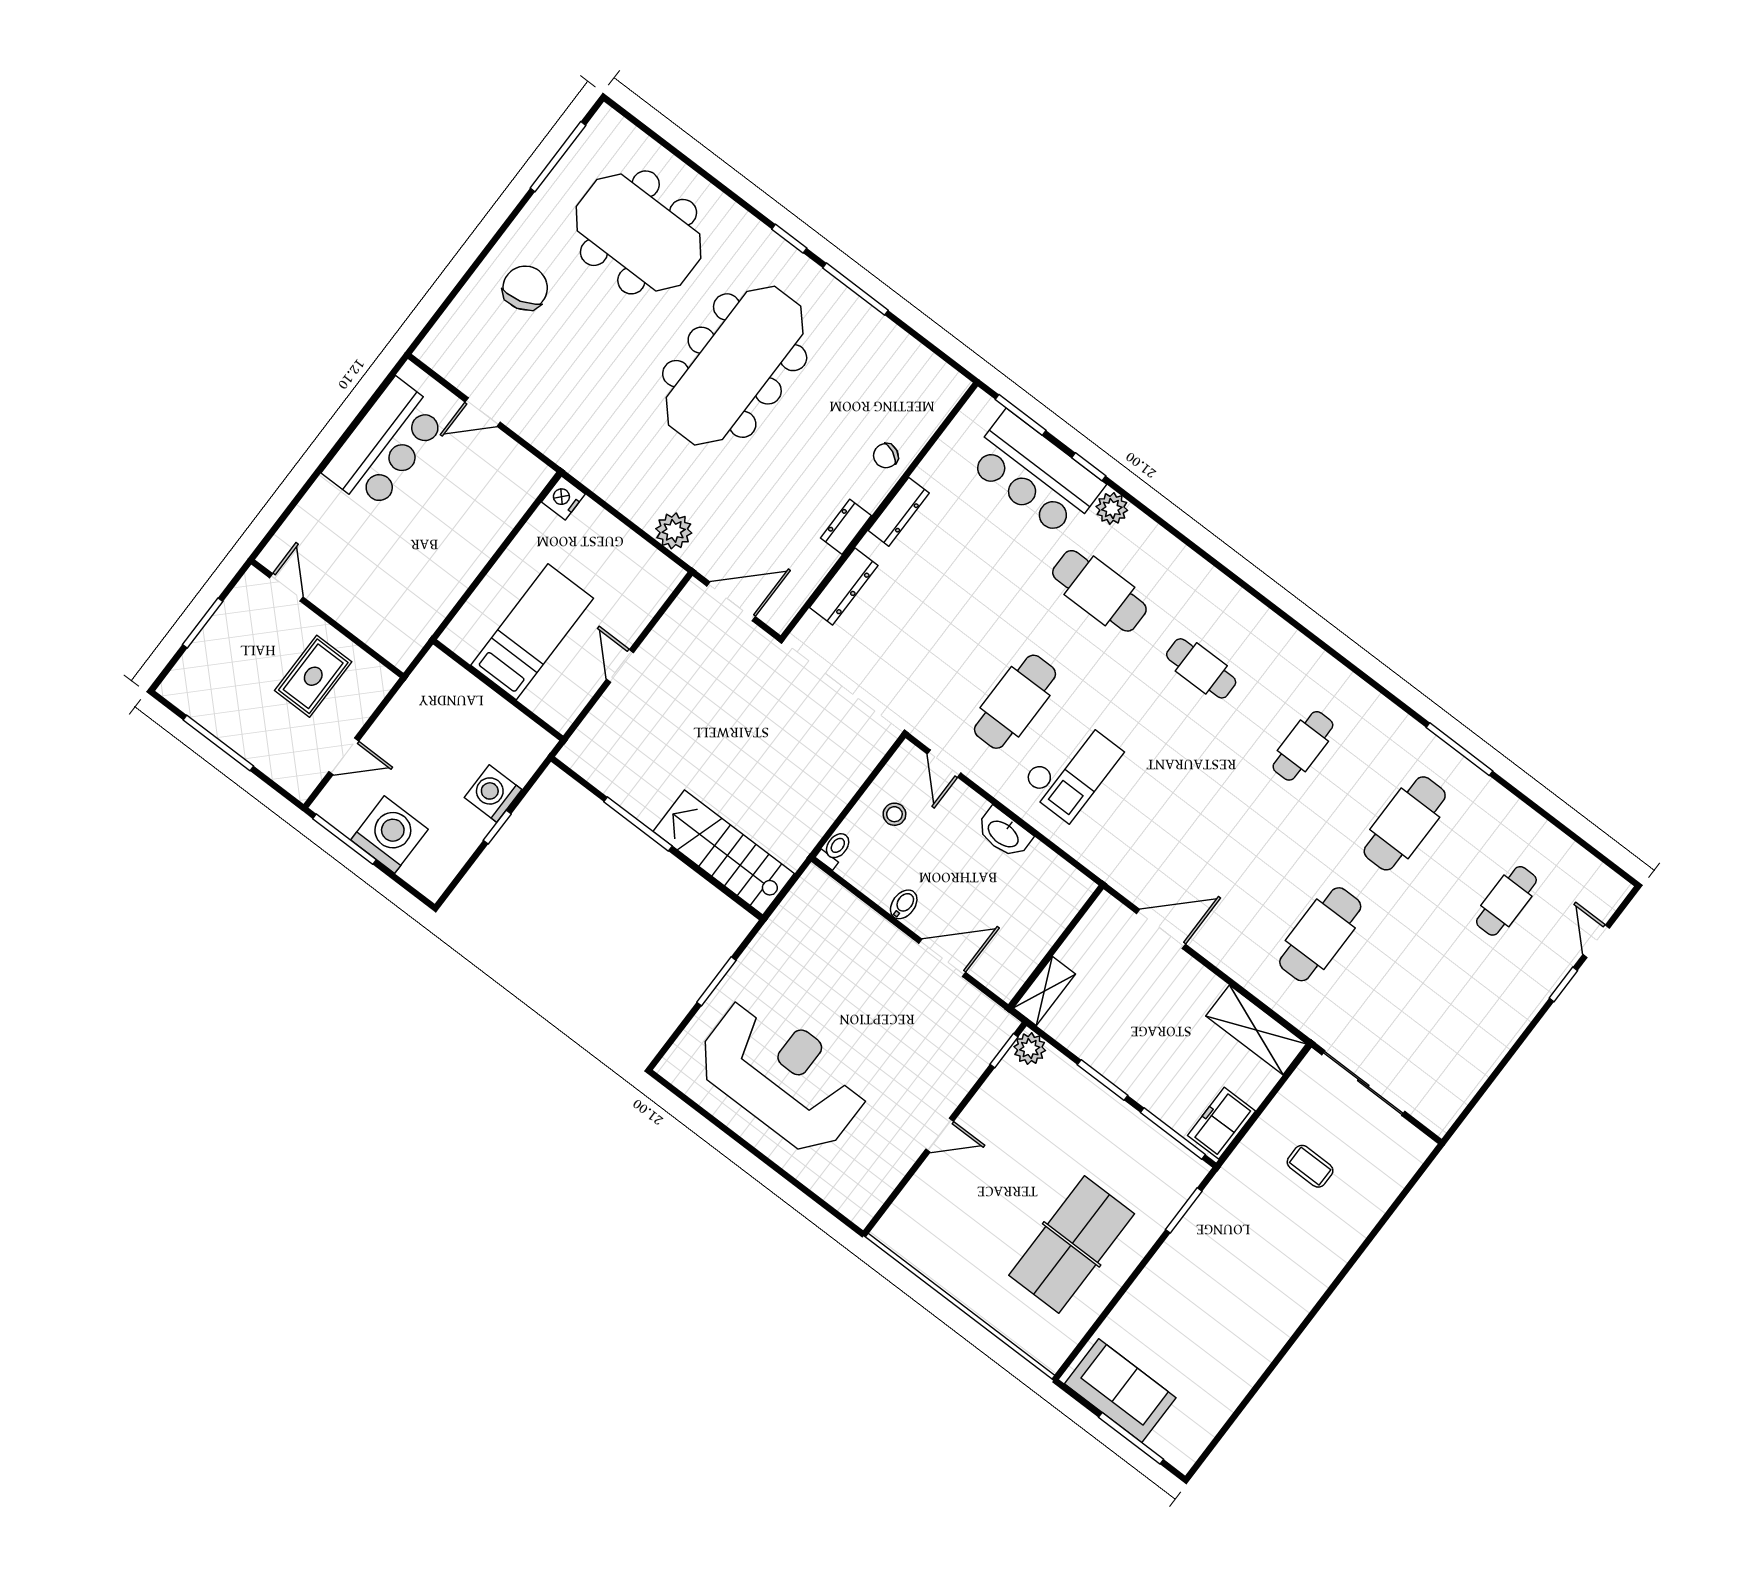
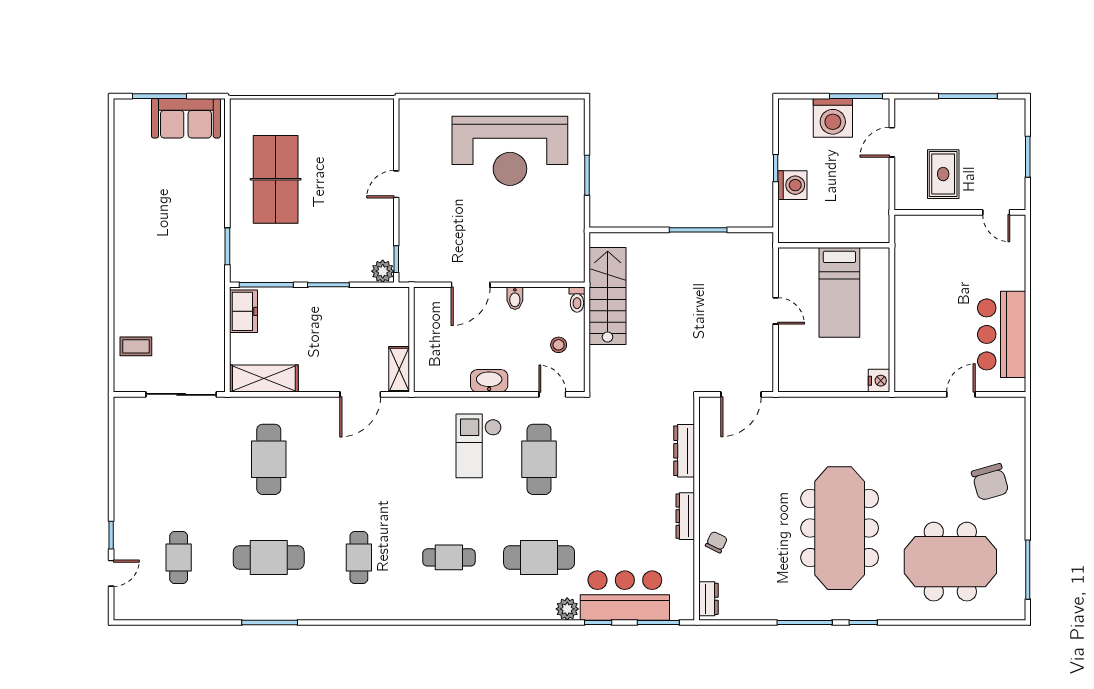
dresser: (846, 527) -> (708, 599), moved
plant: (674, 531) -> (803, 409), removed
cafe table: (1405, 823) -> (269, 557), turned 90
stairs: (724, 853) -> (608, 296), moved, turned -90
door: (1596, 941) -> (111, 573), hinge flipped
shelving: (1044, 991) -> (399, 369), moved
coffee table: (1310, 1166) -> (136, 346), moved

